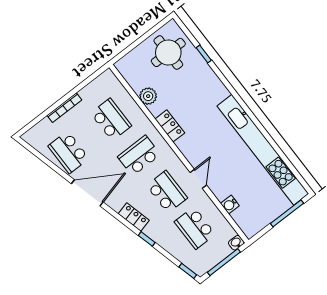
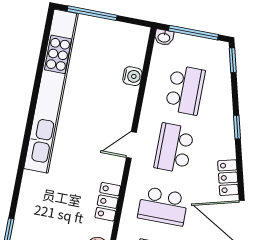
door: (198, 179) -> (131, 145), moved
locker: (134, 217) -> (228, 178), moved

